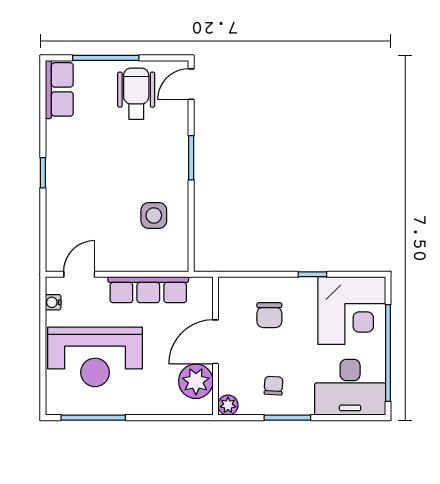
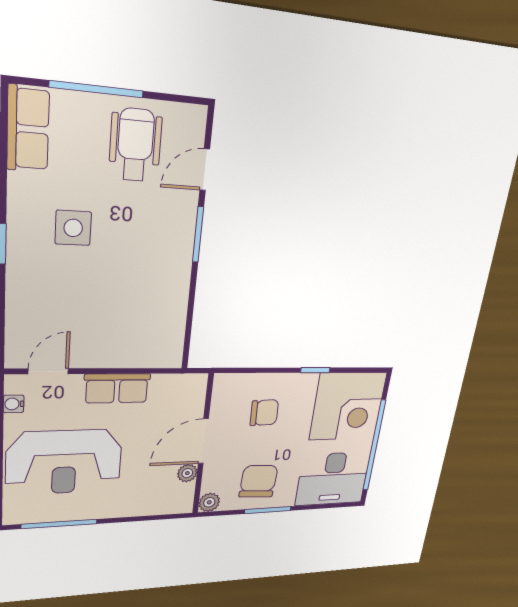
door: (191, 84) -> (205, 170), moved
side table: (154, 215) -> (73, 228), moved
row of seats: (148, 290) -> (117, 388), width x0.68
chair: (269, 315) -> (264, 413), turned -92
plant: (196, 381) -> (187, 473), width x0.53, depth x0.53
chair: (273, 386) -> (258, 481), width x1.87, depth x1.87

